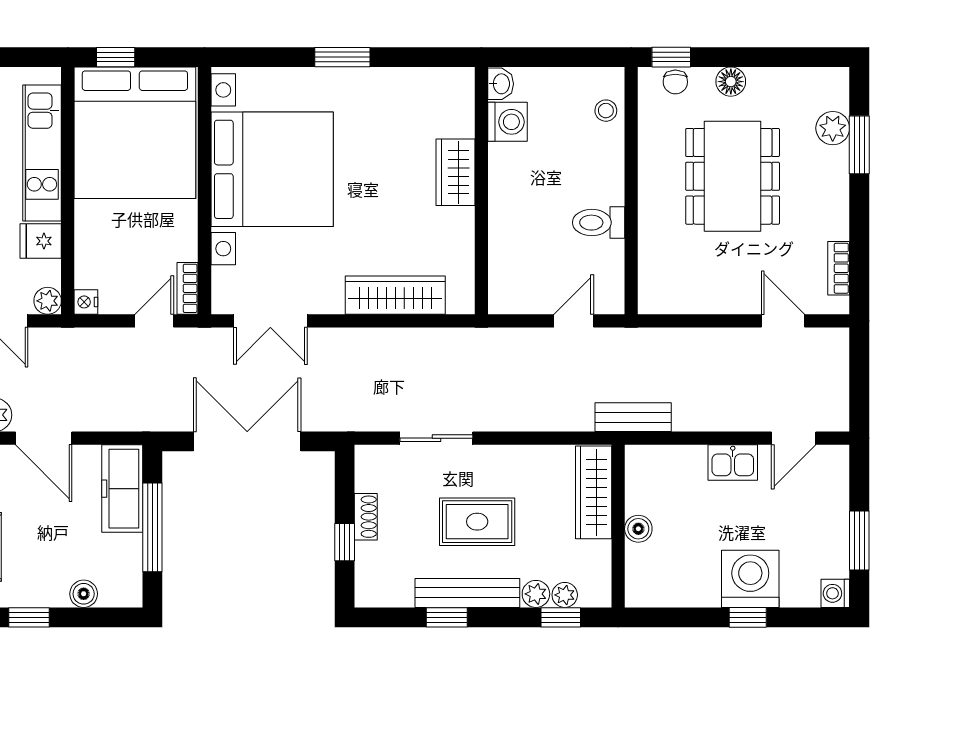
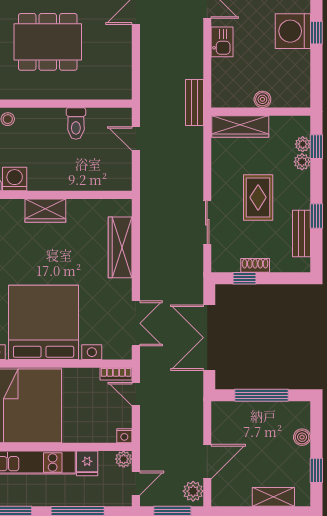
freezer: (122, 489) -> (238, 414), removed
window: (345, 542) -> (244, 278), moved
bench: (467, 593) -> (302, 233), moved, width x0.73

